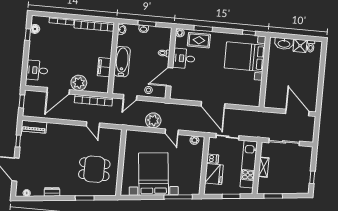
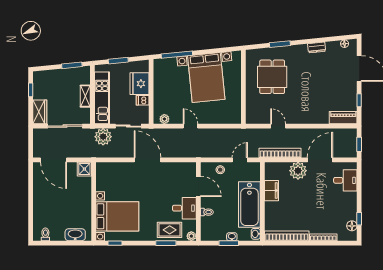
shower: (300, 46) -> (84, 169), moved
bathtub: (122, 62) -> (249, 205), width x1.36, depth x1.36
door: (170, 77) -> (198, 186), hinge flipped
plant: (153, 120) -> (103, 137), moved
wardrobe: (306, 157) -> (40, 112), added
dining table: (94, 169) -> (272, 77), turned 90

